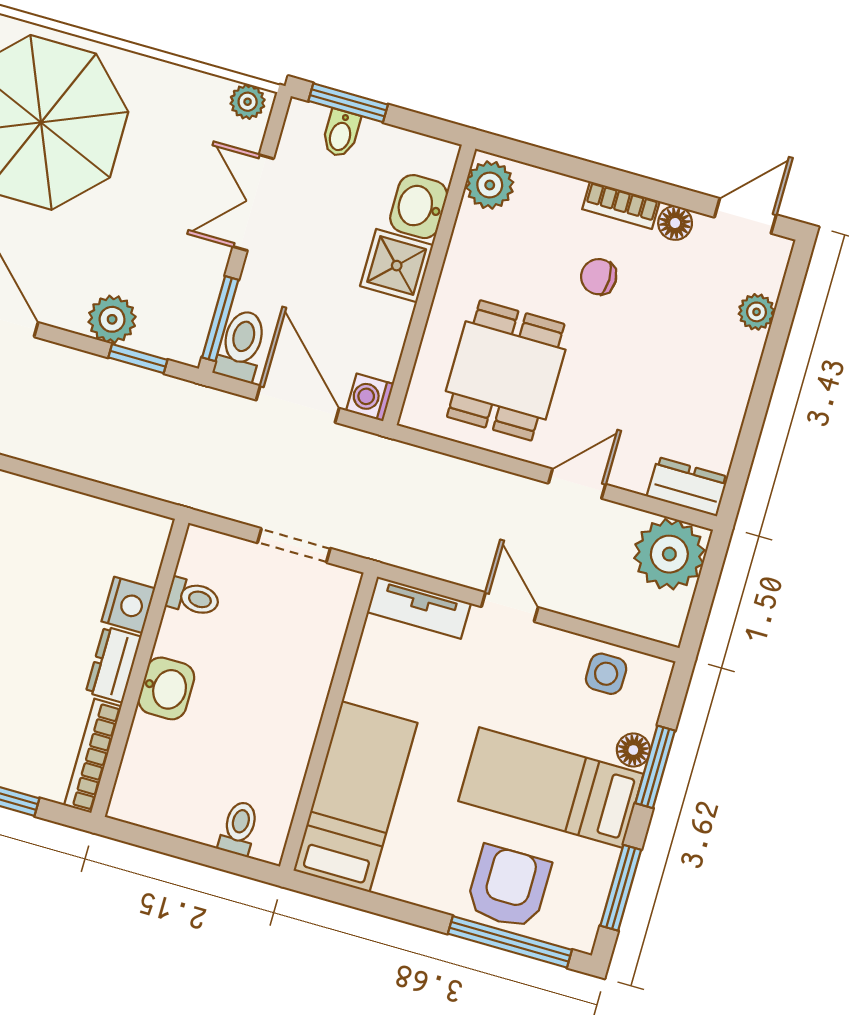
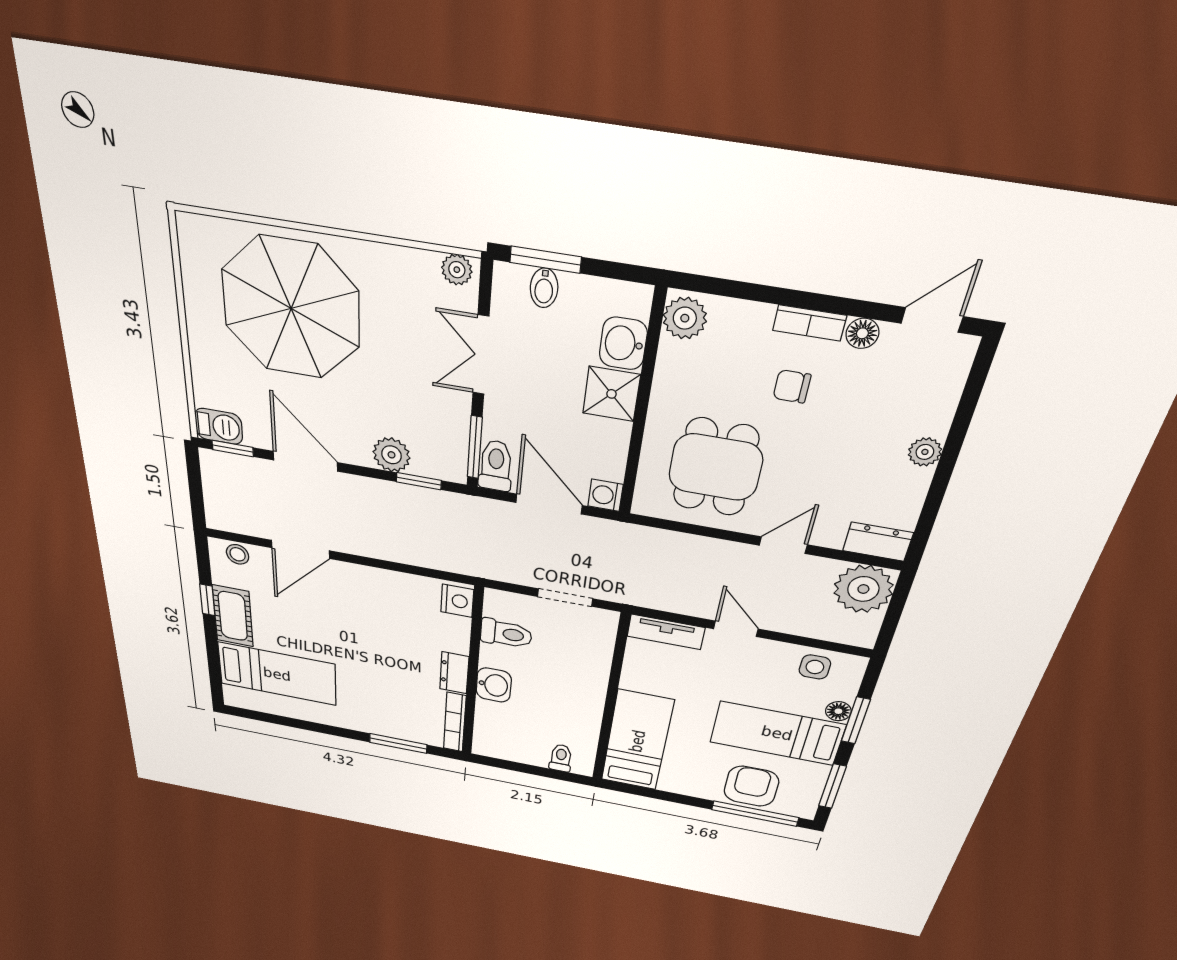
plant: (757, 312) -> (925, 452), moved
toilet: (193, 597) -> (506, 634), width x1.37, depth x1.39
nightstand: (128, 605) -> (457, 601), moved

